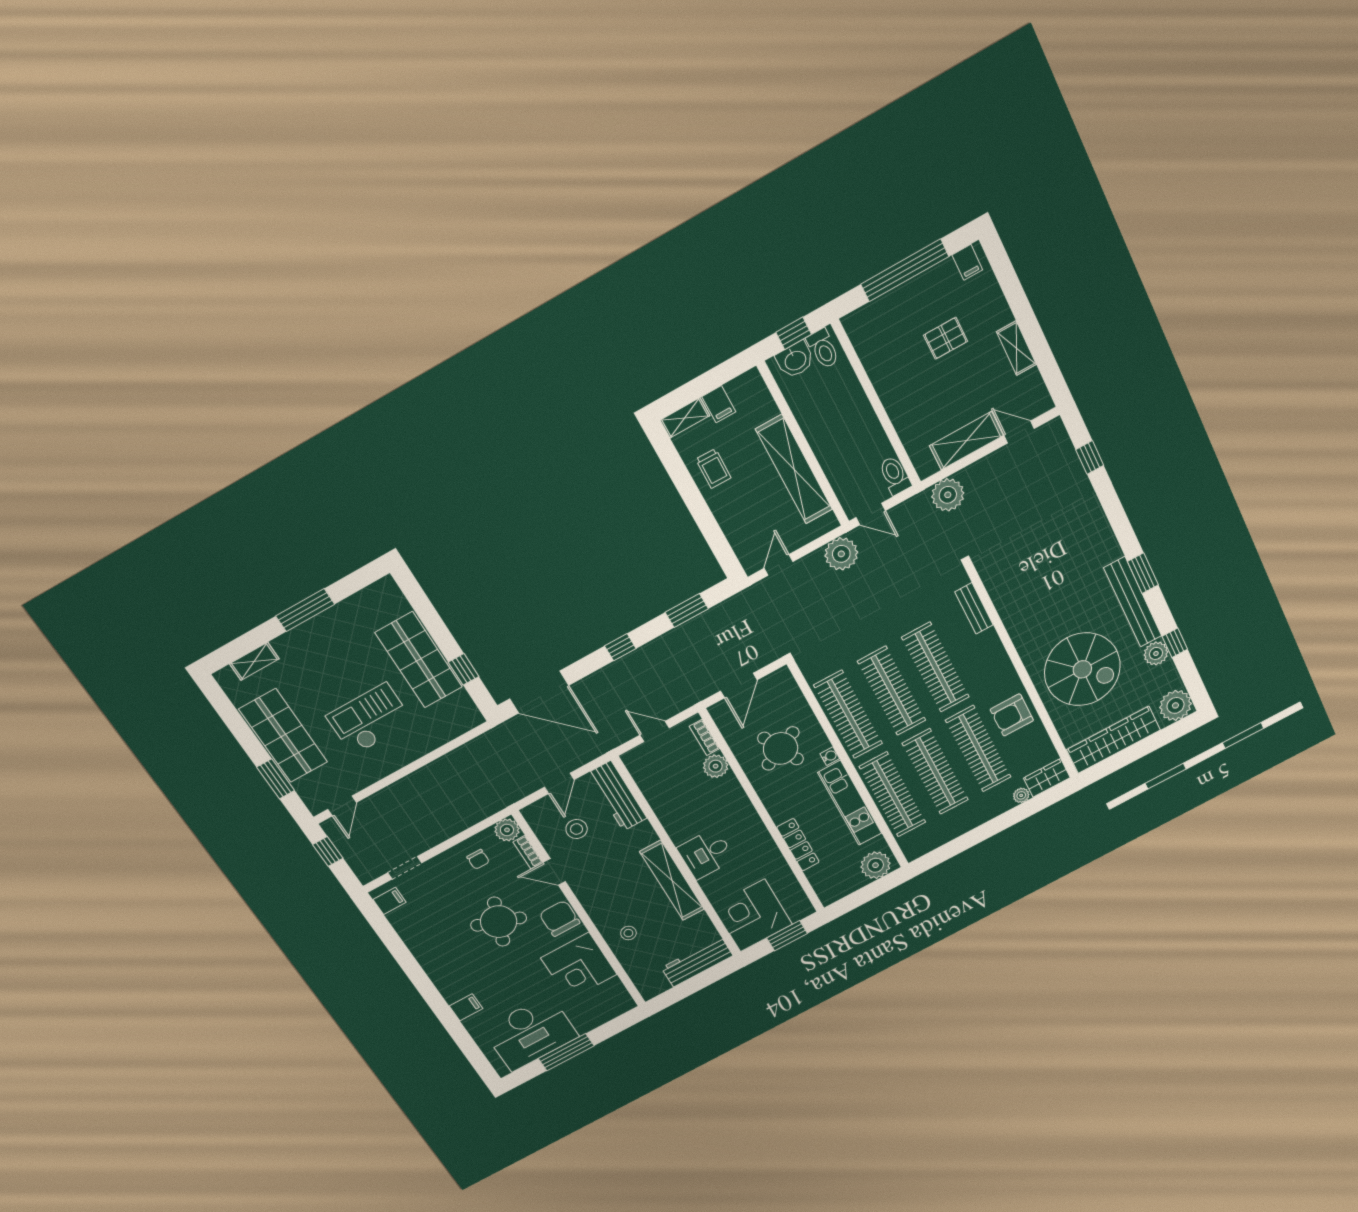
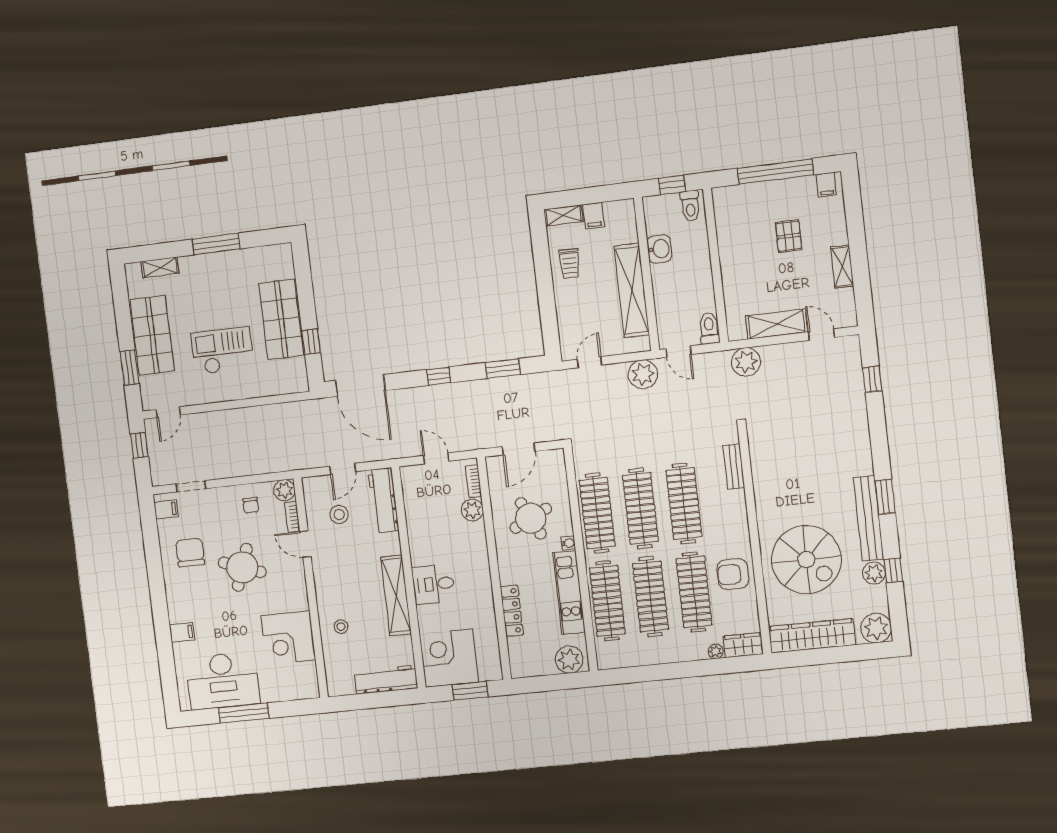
pallet: (946, 338) -> (789, 236), turned 90
washbasin: (795, 360) -> (659, 249), moved, turned -90
chair: (560, 918) -> (190, 552), moved

